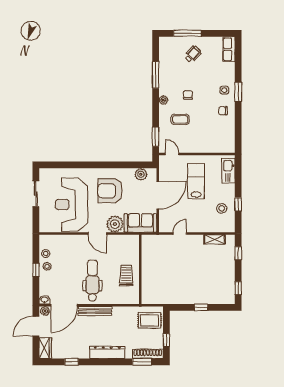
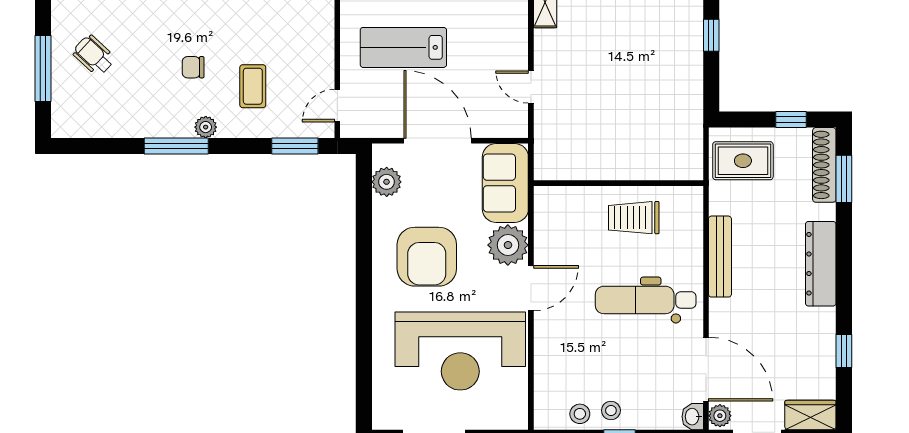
window: (156, 75) -> (176, 146), moved
bench: (95, 311) -> (720, 257), moved
rug: (150, 320) -> (743, 161), turned 90

